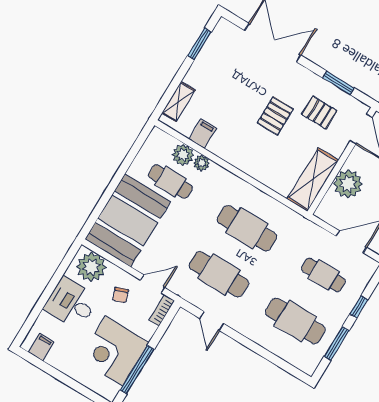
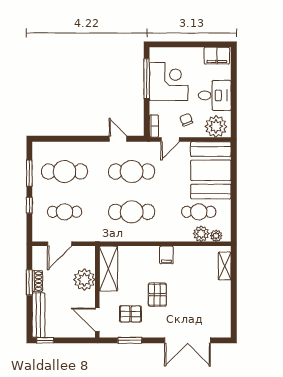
window: (199, 44) -> (234, 311), removed
filing cabinet: (203, 134) -> (166, 255), moved
plant: (202, 163) -> (216, 236), moved
filing cabinet: (41, 347) -> (217, 56), width x2.00

